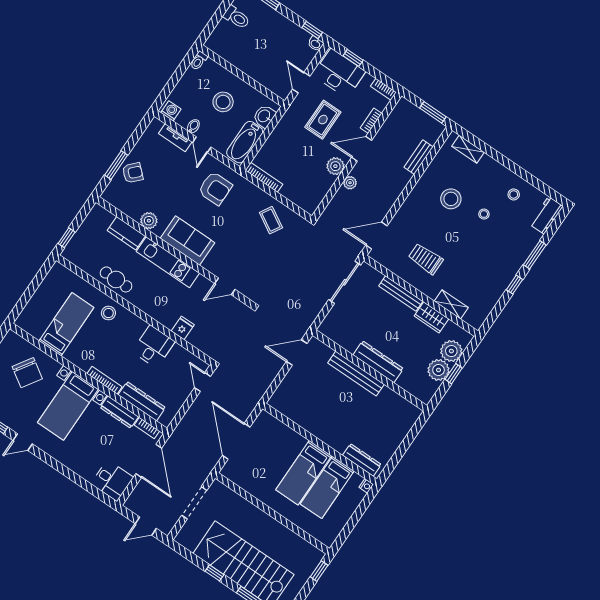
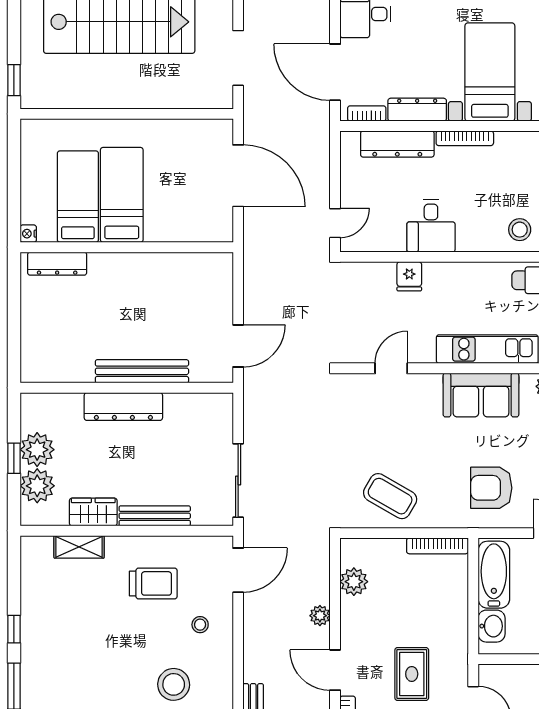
door: (362, 149) -> (335, 670), swing flipped
plant: (335, 166) -> (354, 582), moved
stool: (484, 214) -> (200, 625), moved
coffee table: (271, 220) -> (390, 496), width x1.36, depth x1.30
door: (202, 382) -> (335, 223), hinge flipped

